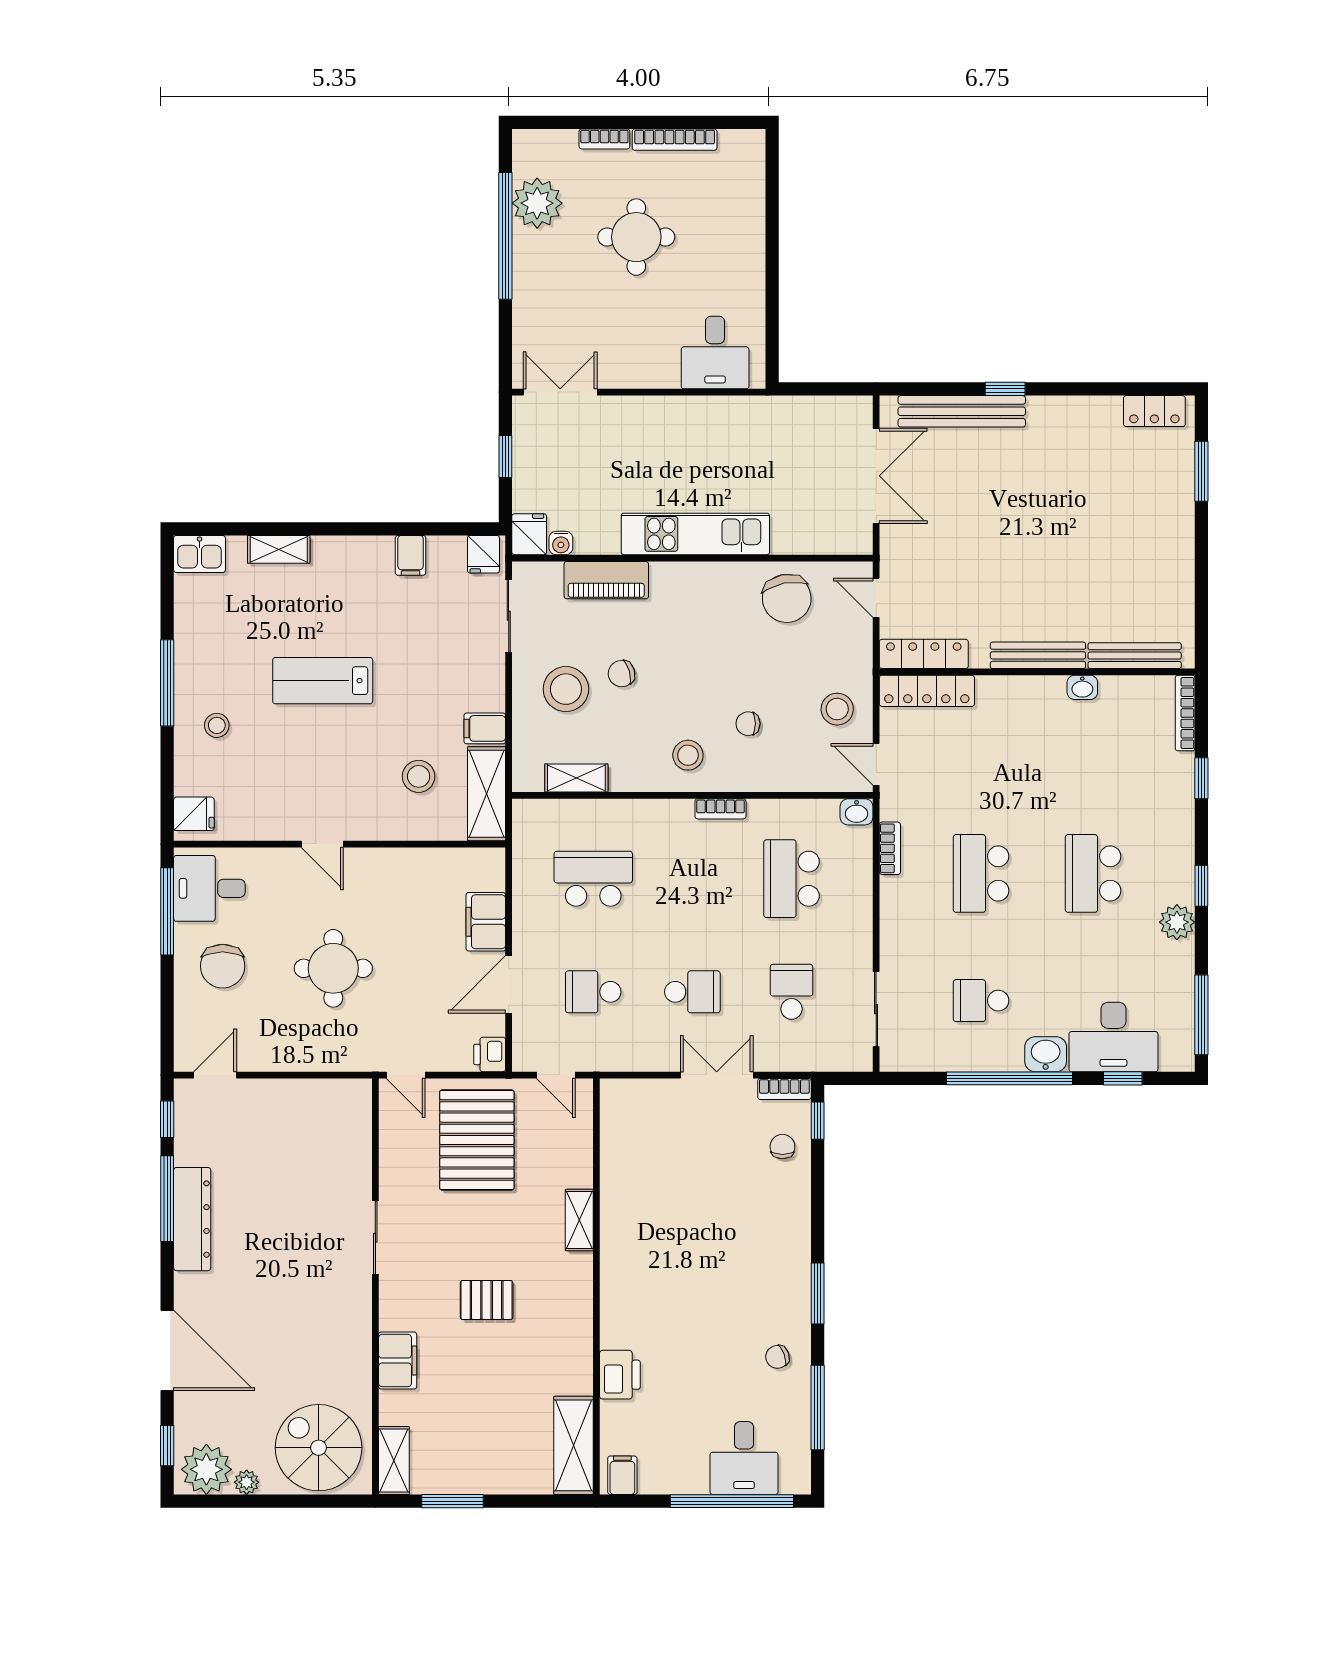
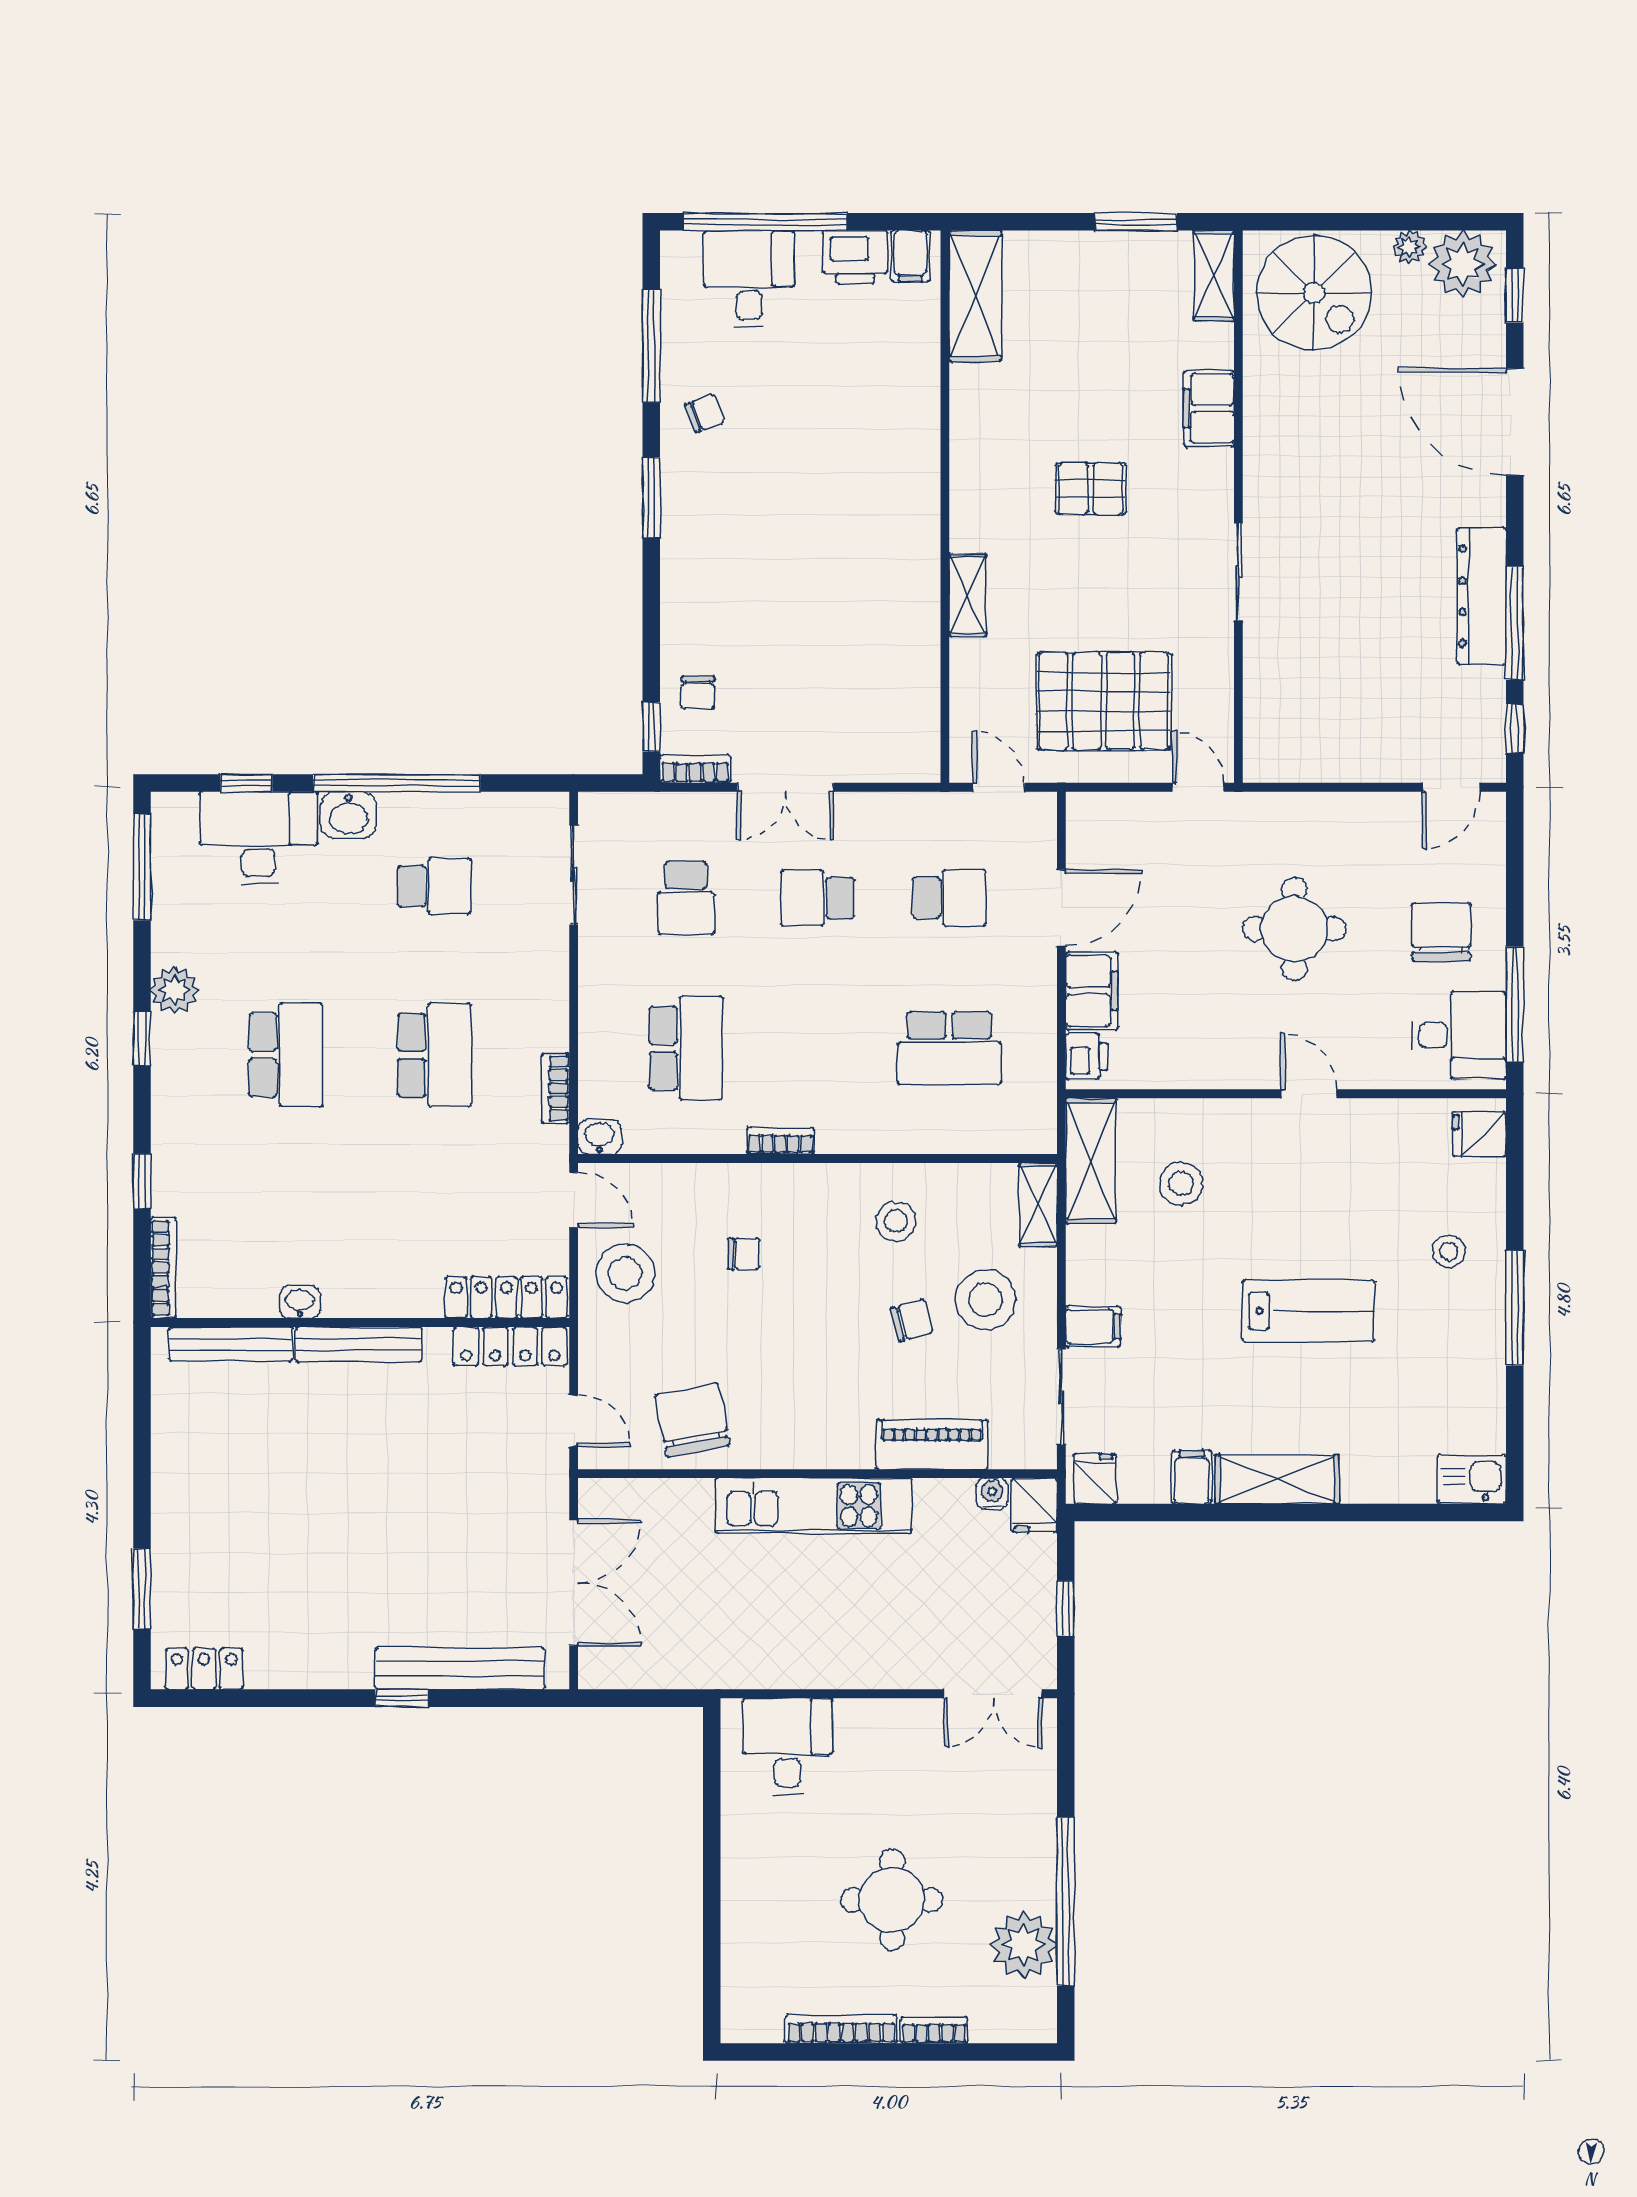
double door: (876, 476) -> (574, 1583), swing flipped
shelving: (279, 549) -> (1277, 1479), moved, width x1.50, depth x1.33
stool: (837, 709) -> (625, 1273), width x1.38, depth x1.38
filing cabinet: (485, 728) -> (1093, 1327), moved
stool: (688, 755) -> (896, 1221), moved
shelving: (576, 778) -> (1038, 1205), moved, turned 90
printer: (490, 1054) -> (1087, 1056), moved
pallet: (477, 1140) -> (1104, 701), turned 90
printer: (620, 1375) -> (855, 257), moved, turned -90

